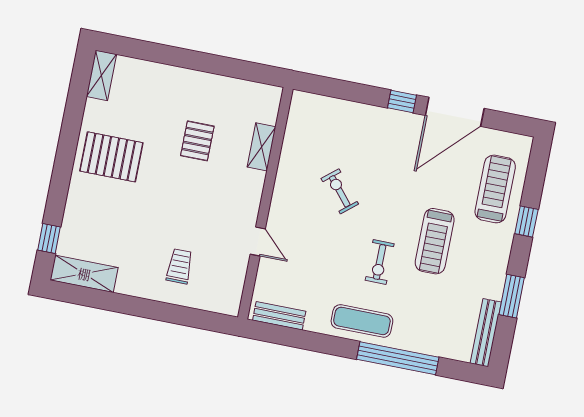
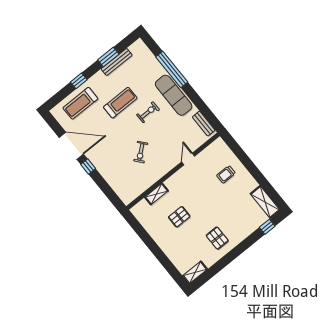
pallet: (111, 157) -> (217, 238), width x0.67, depth x0.71
exercise mat: (362, 321) -> (174, 95), width x1.36, depth x1.45
bench: (486, 333) -> (117, 62), moved

